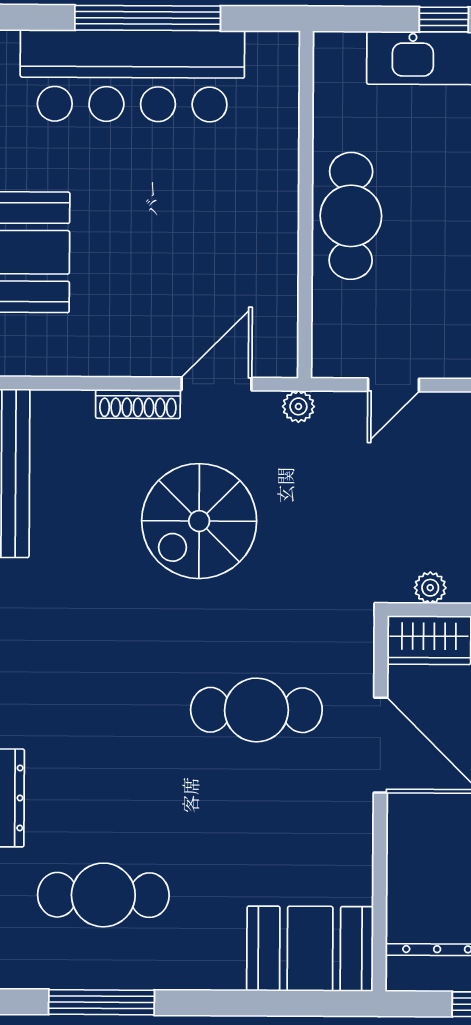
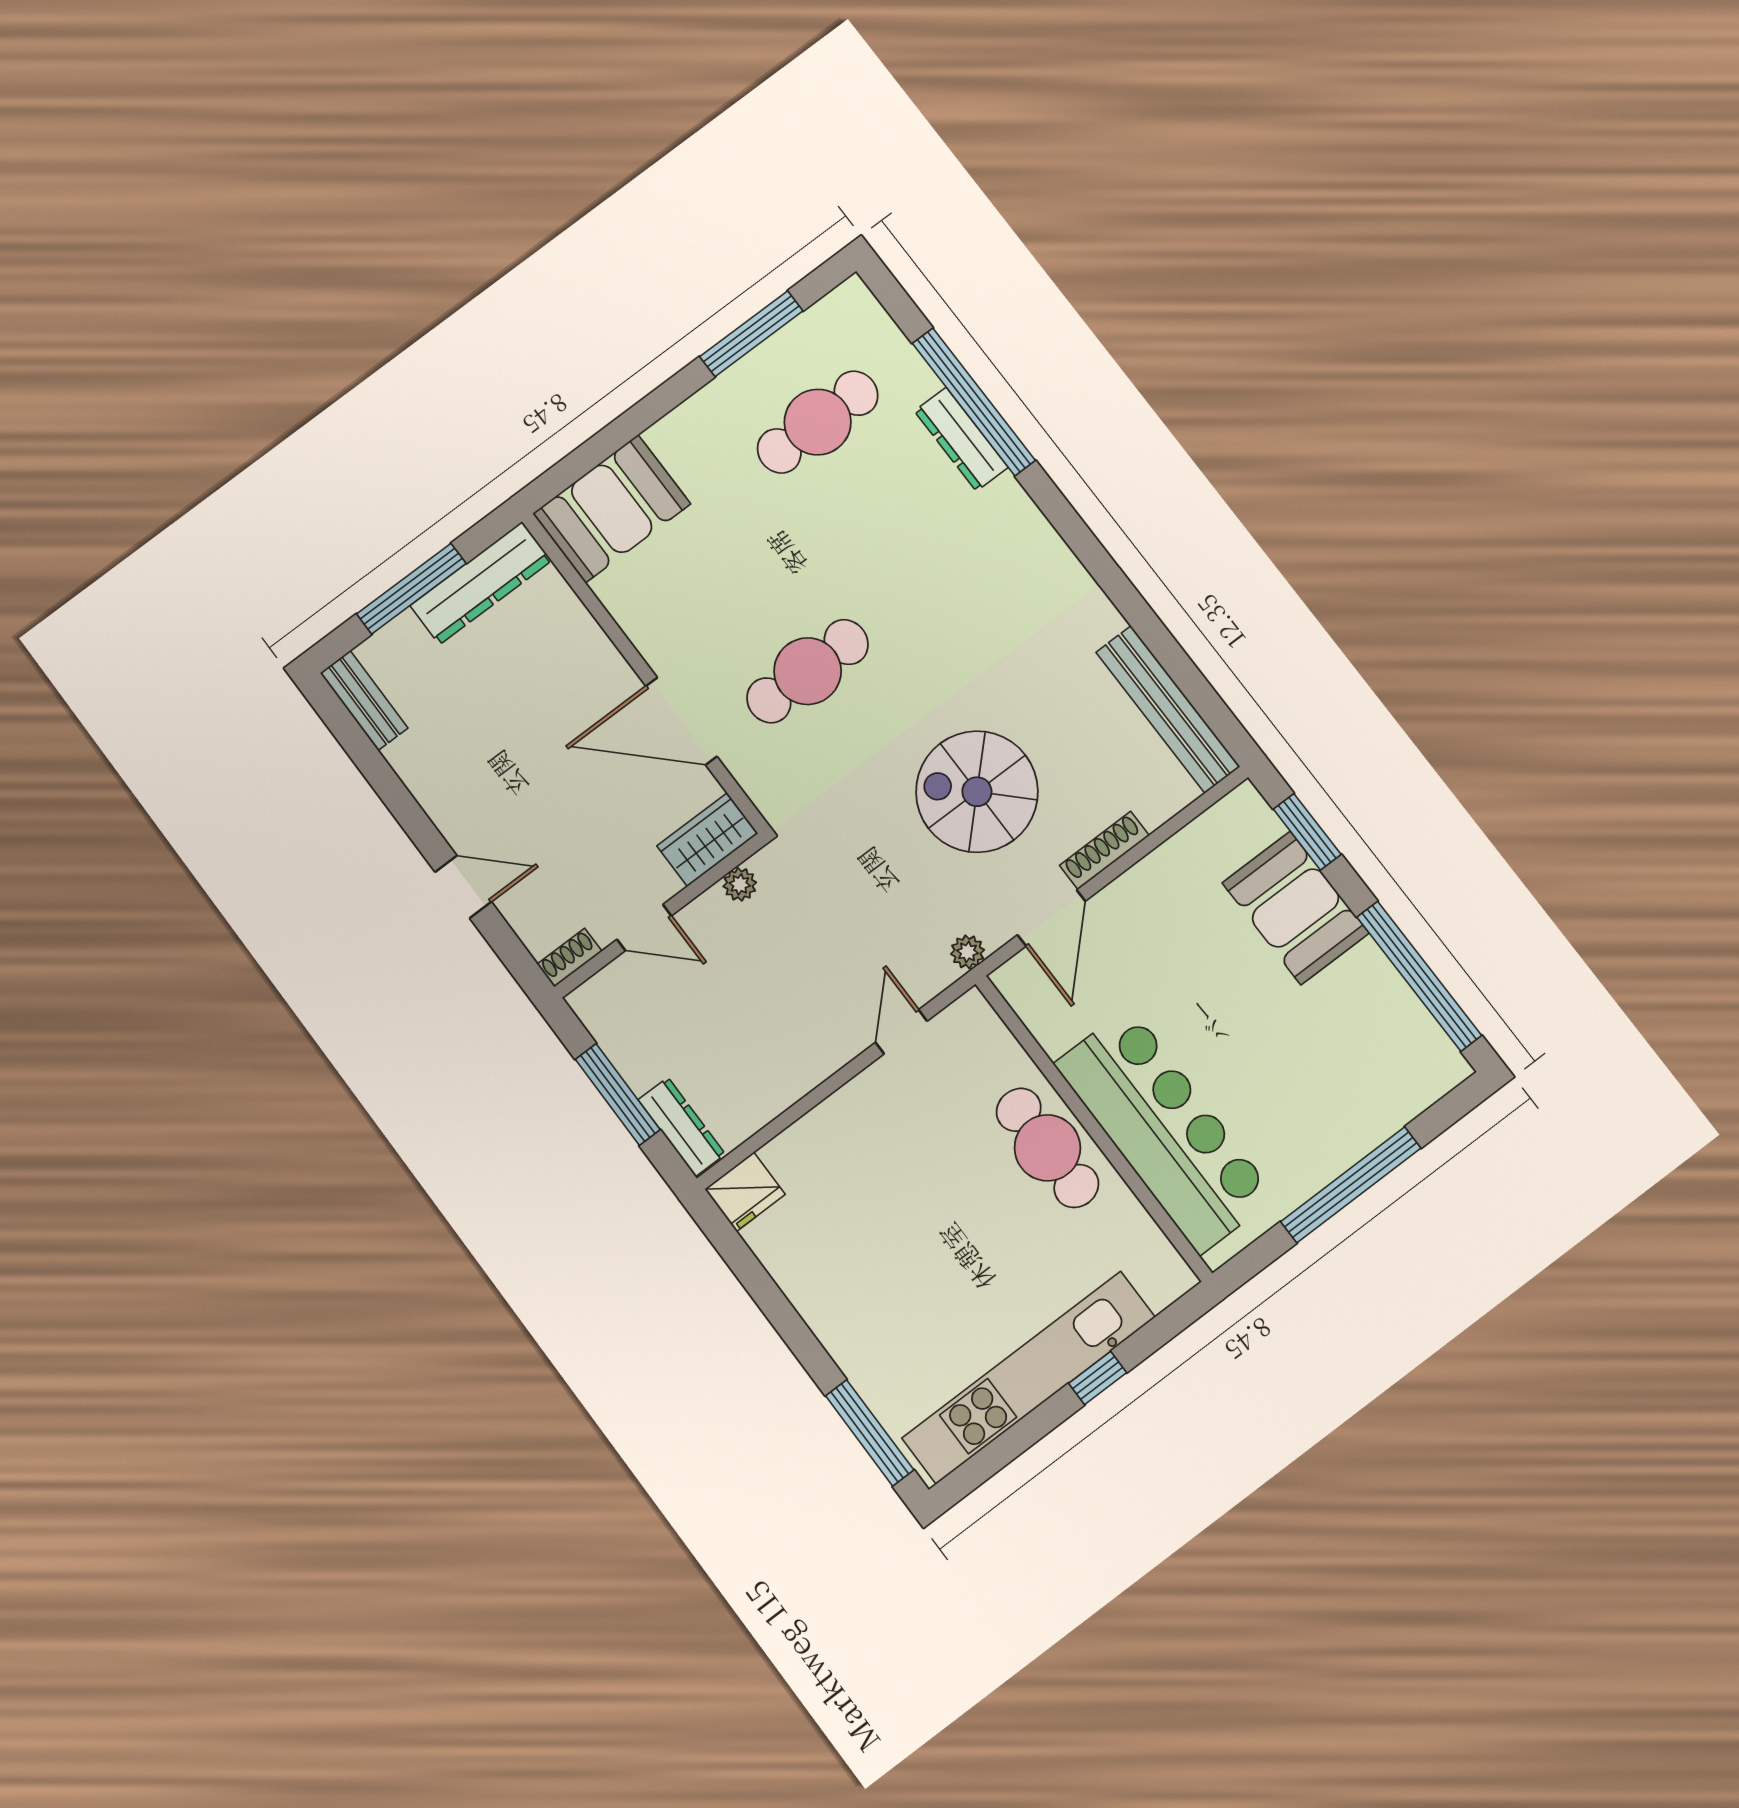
bar counter: (132, 76) -> (1165, 1130), moved, turned 90
spiral stairs: (199, 521) -> (977, 792), turned -90

